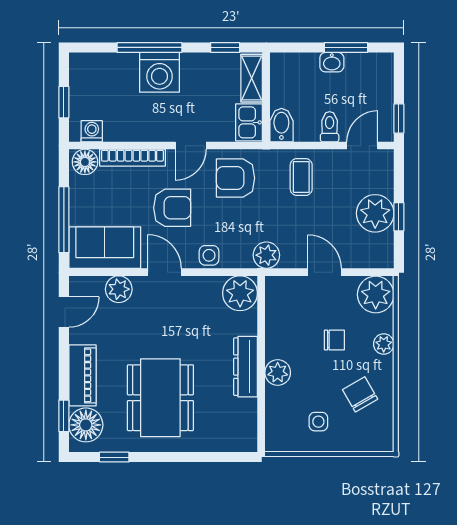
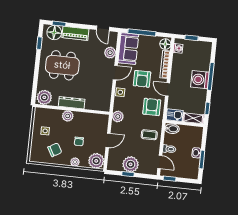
plant: (240, 293) -> (44, 97), moved

